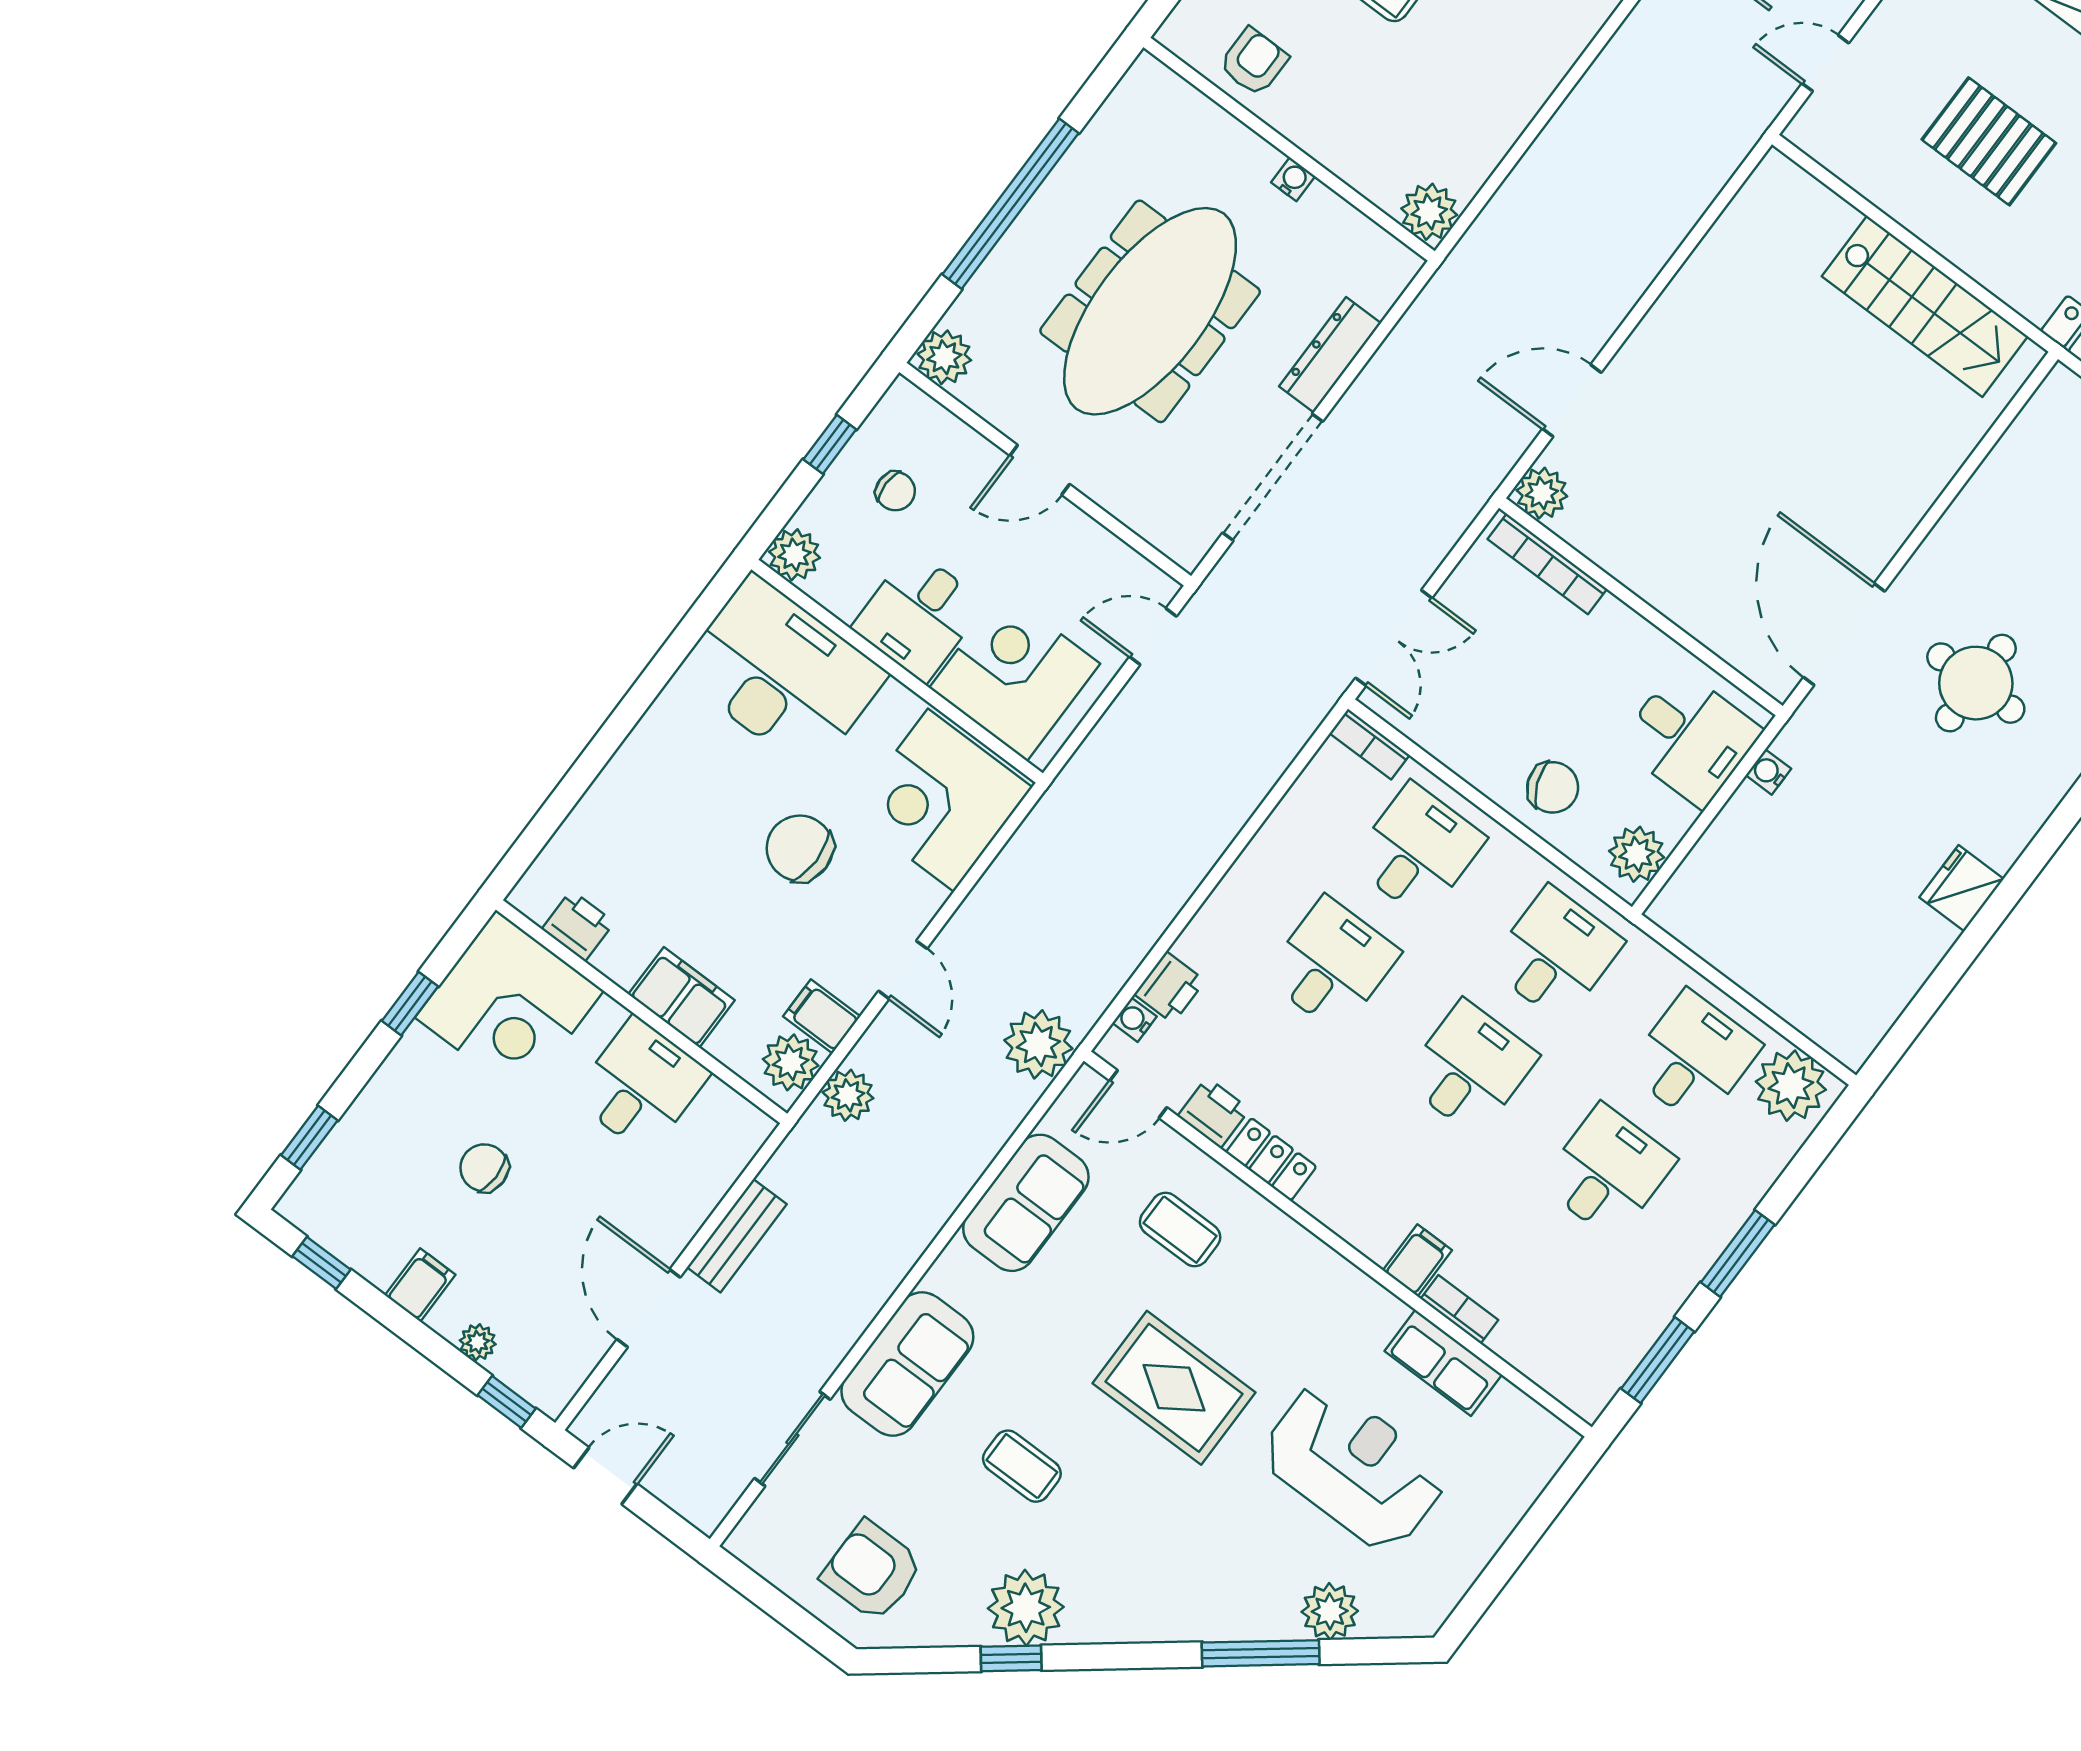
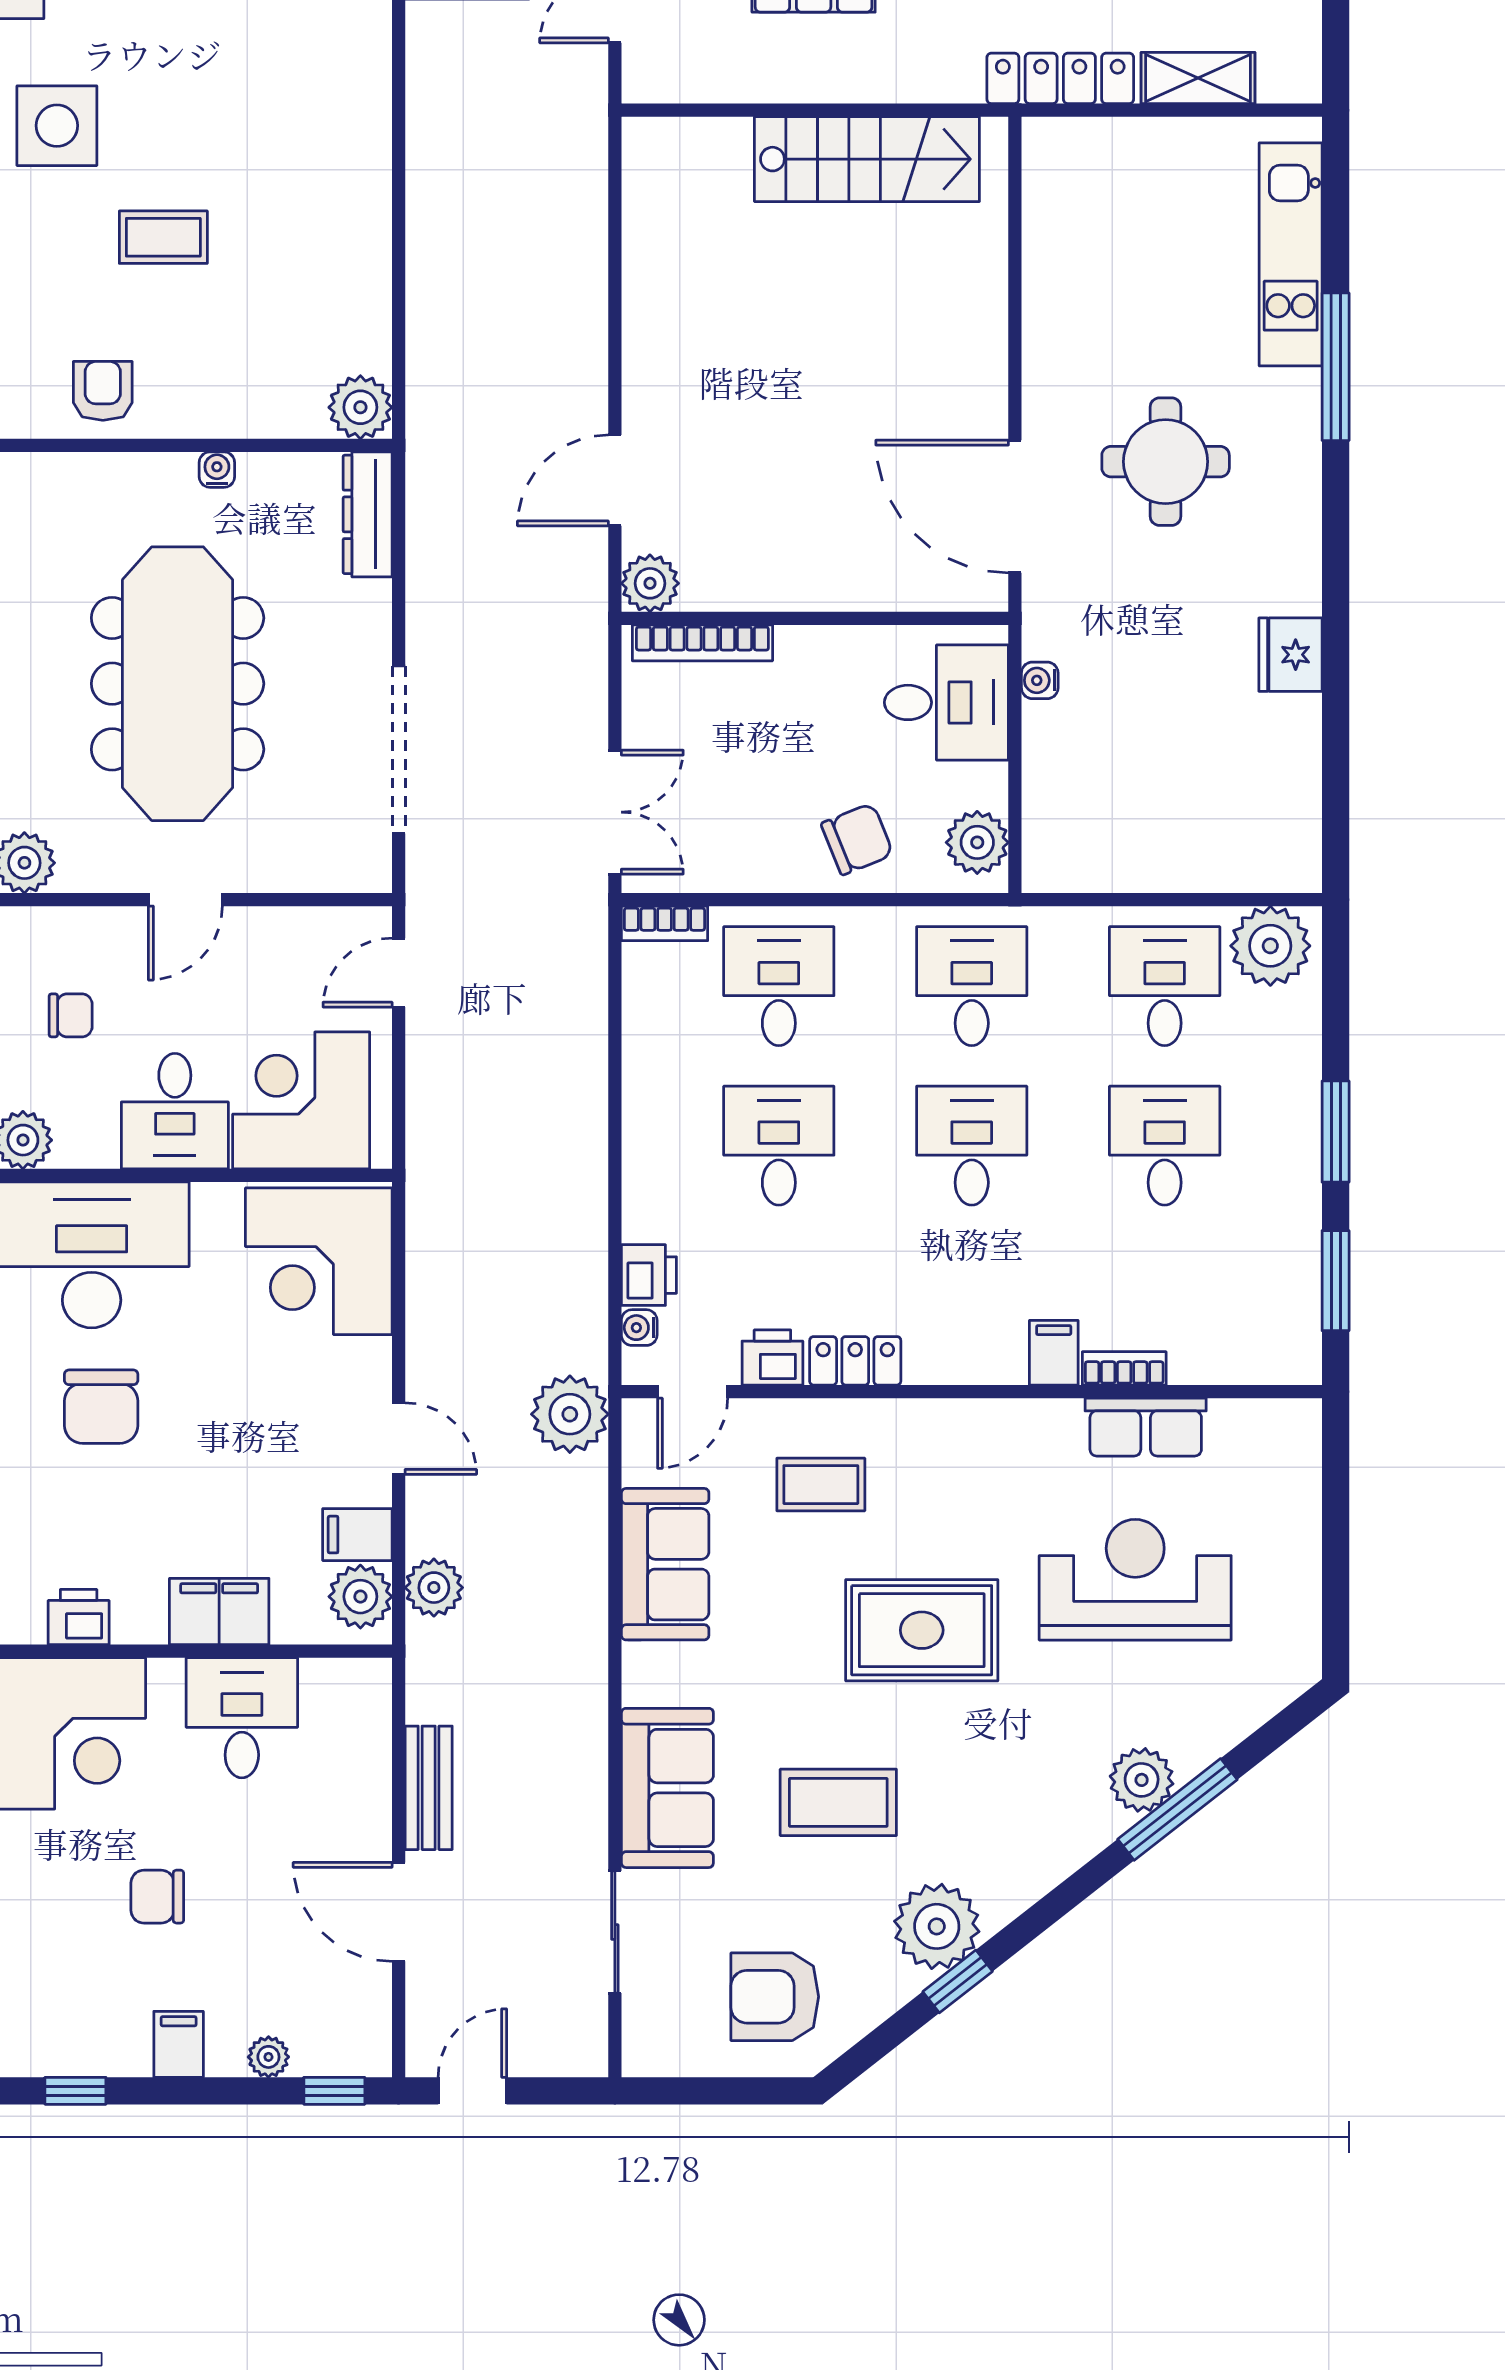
dresser: (1330, 355) -> (368, 514), moved
chair: (800, 848) -> (101, 1407), moved, turned -90
coffee table: (1022, 1466) -> (838, 1802), width x1.36, depth x1.30
plant: (1330, 1611) -> (1142, 1780), moved

